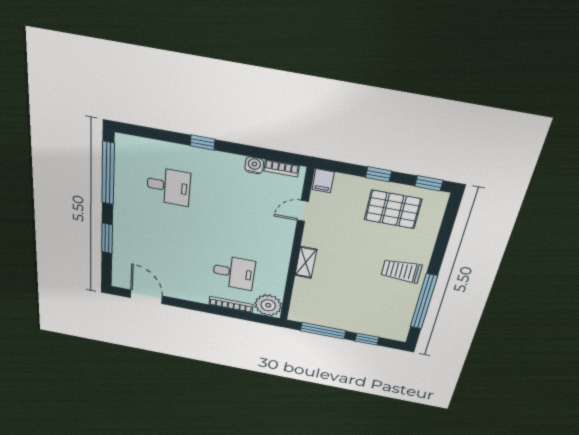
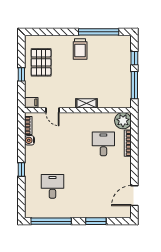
window: (429, 183) -> (21, 48), removed

